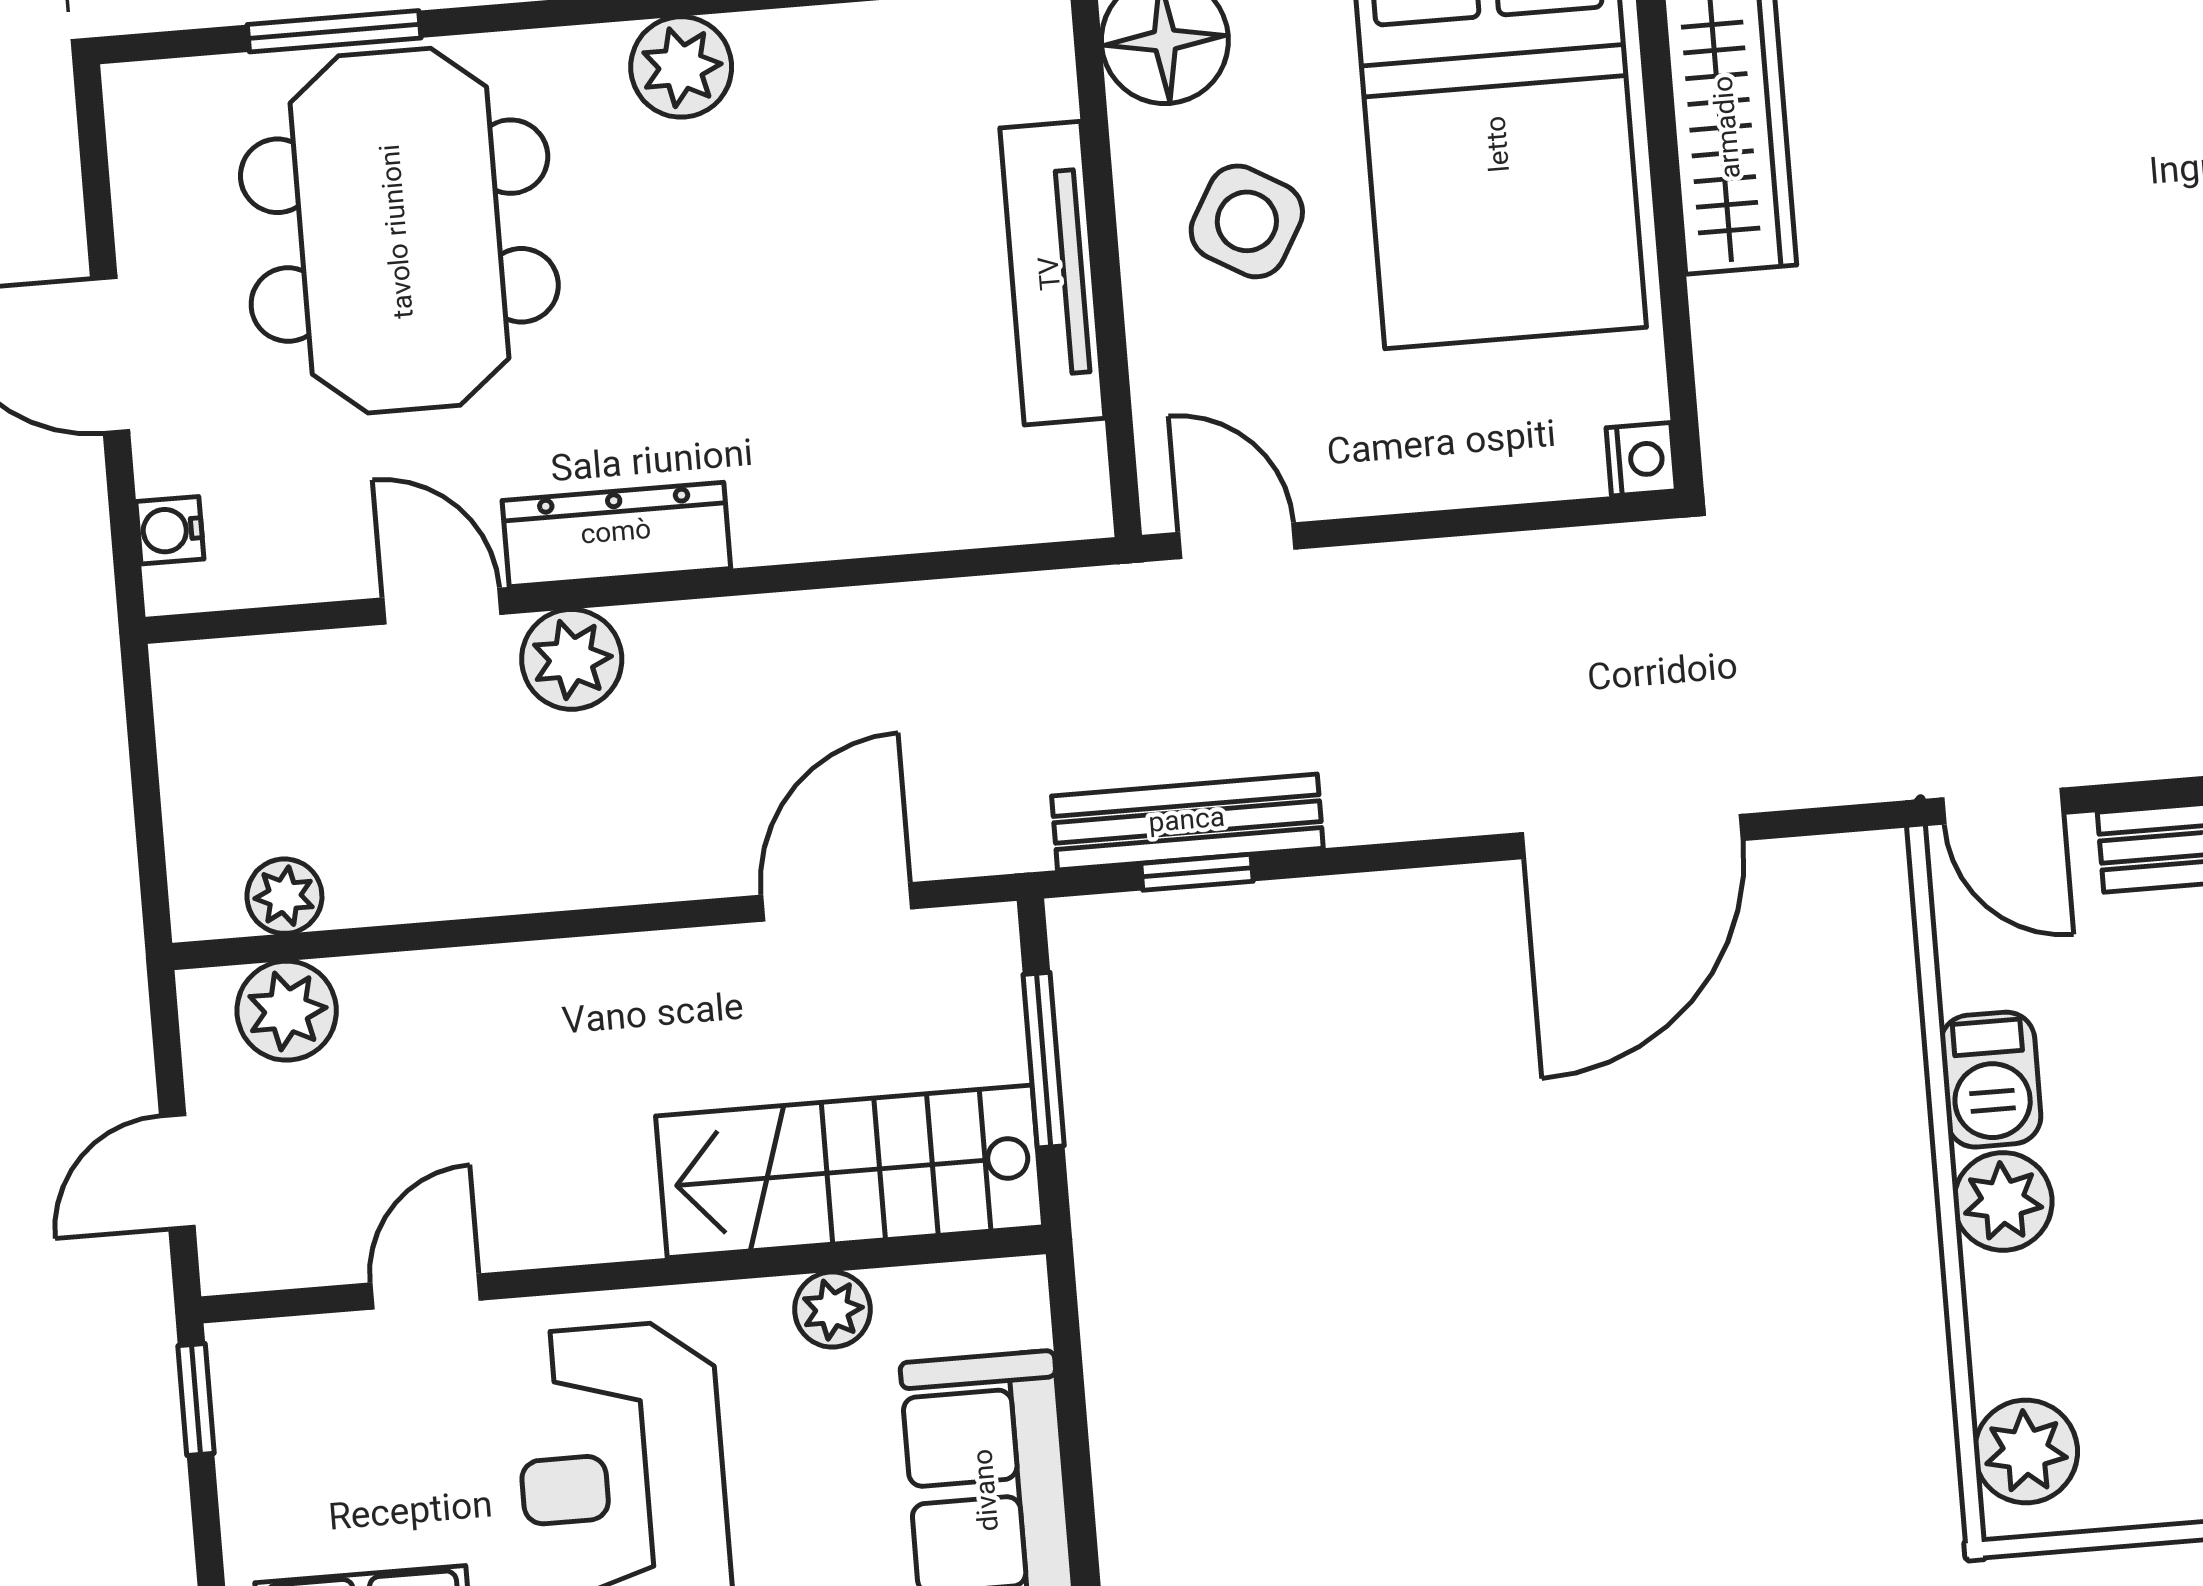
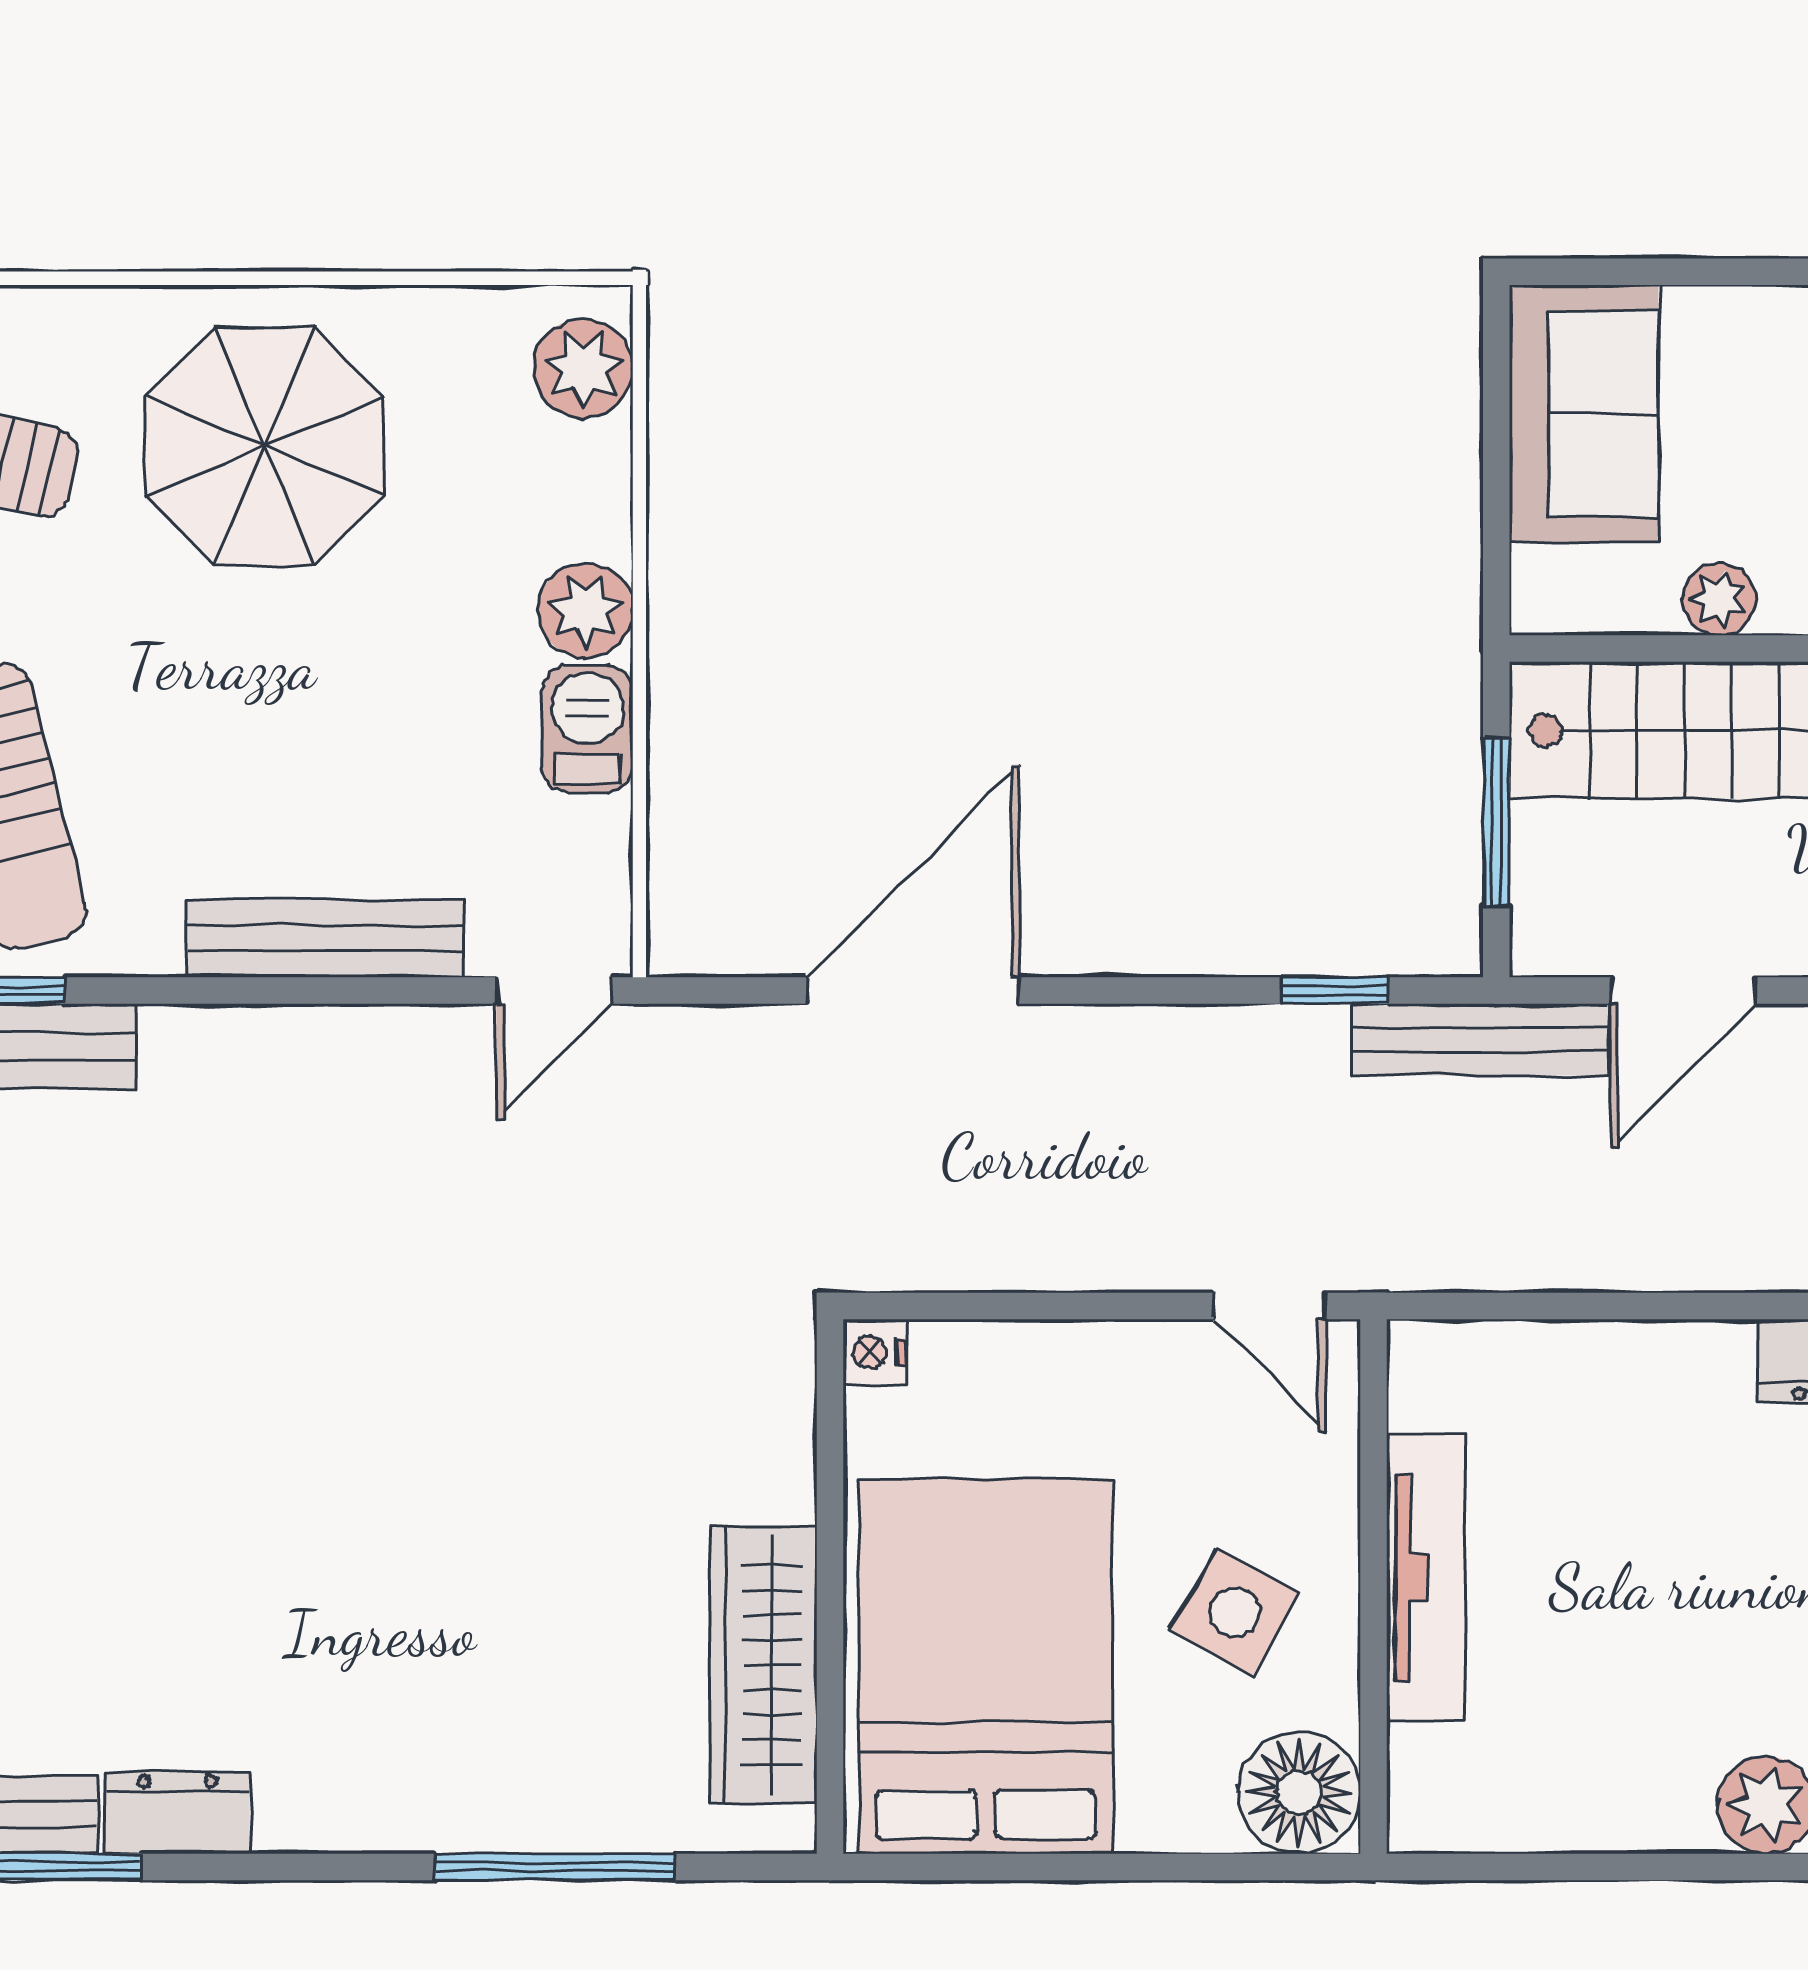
door: (2003, 806) -> (554, 990), swing flipped
bench: (1187, 822) -> (1480, 1040), moved

